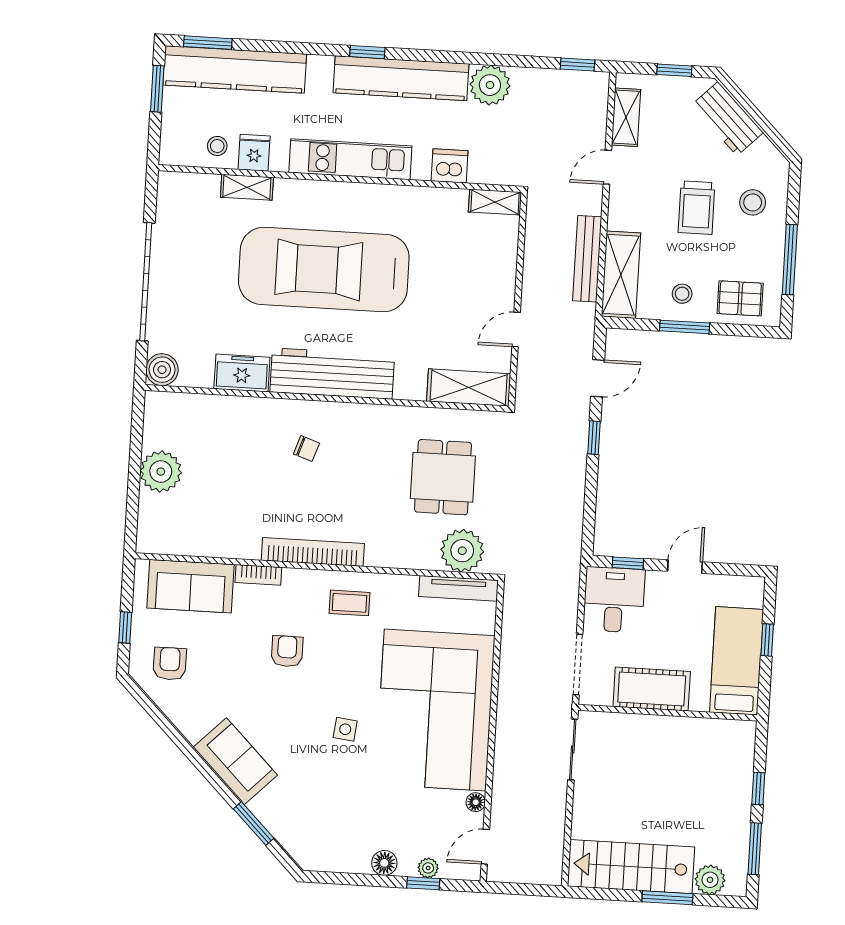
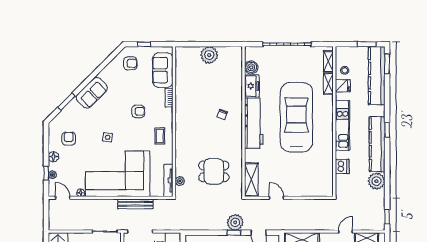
door: (607, 167) -> (345, 232), hinge flipped
shelving: (495, 202) -> (328, 61), moved
bench: (587, 259) -> (135, 204), moved
boiler: (162, 370) -> (251, 67), moved
plant: (569, 433) -> (235, 222), added
plant: (462, 551) -> (180, 181), width x0.53, depth x0.53
bookcase: (313, 552) -> (180, 120), removed
armchair: (343, 824) -> (69, 139), added

